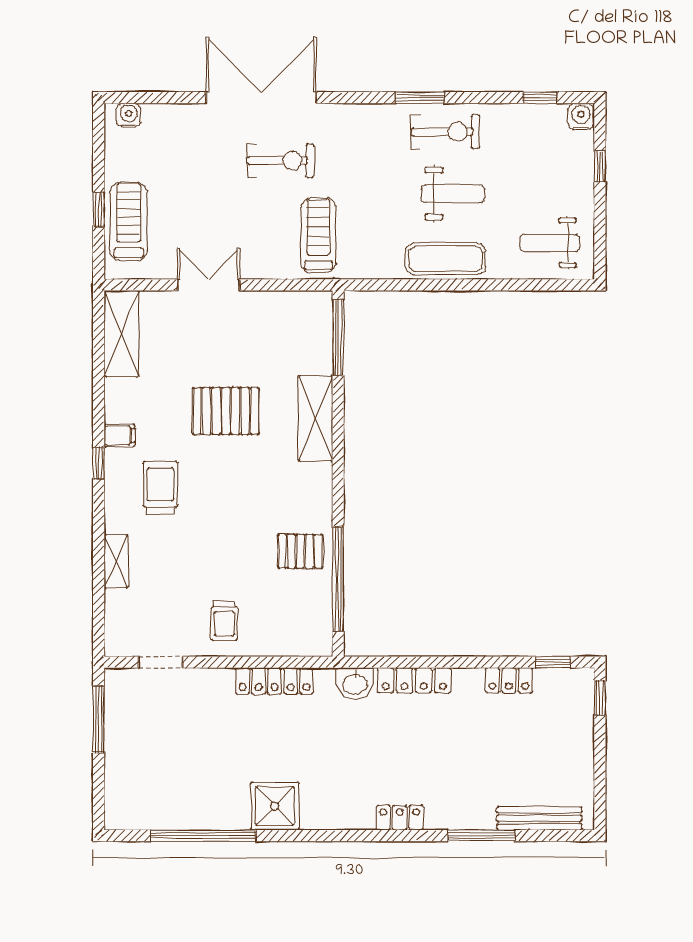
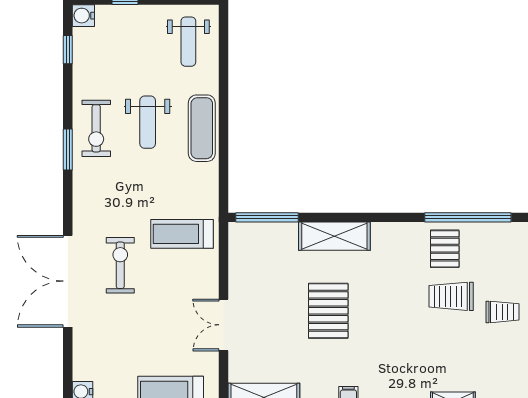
exercise bike: (445, 132) -> (96, 128), turned 180
weight bench: (453, 194) -> (148, 122), turned 180
trolley: (160, 488) -> (451, 296), moved

